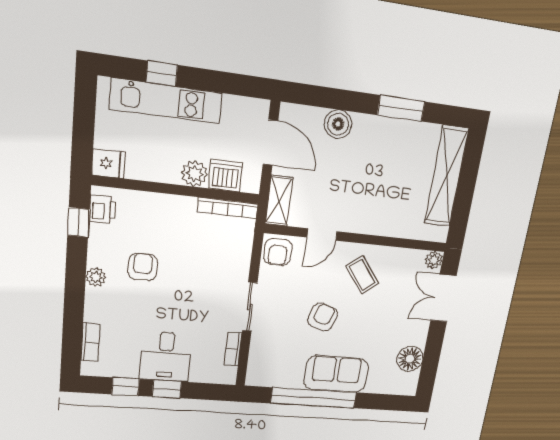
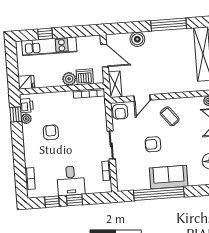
window: (401, 108) -> (169, 25), width x1.44
plant: (96, 277) -> (26, 119), moved
armchair: (323, 317) -> (153, 144), turned -109

